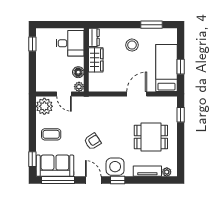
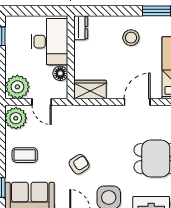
desk: (70, 43) -> (49, 42), width x1.37
wardrobe: (96, 60) -> (90, 89), moved, turned -90
plant: (79, 87) -> (17, 87), moved, width x1.88, depth x1.88

